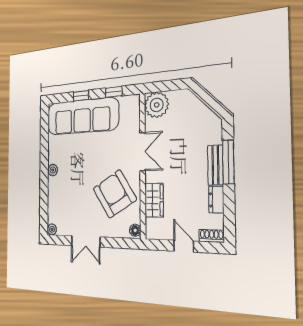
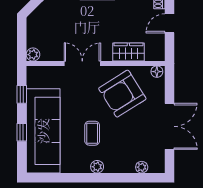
plant: (157, 105) -> (33, 55), width x0.53, depth x0.53
coffee table: (80, 164) -> (92, 133), added
plant: (52, 229) -> (142, 167), moved
double door: (86, 241) -> (169, 126), width x1.37

